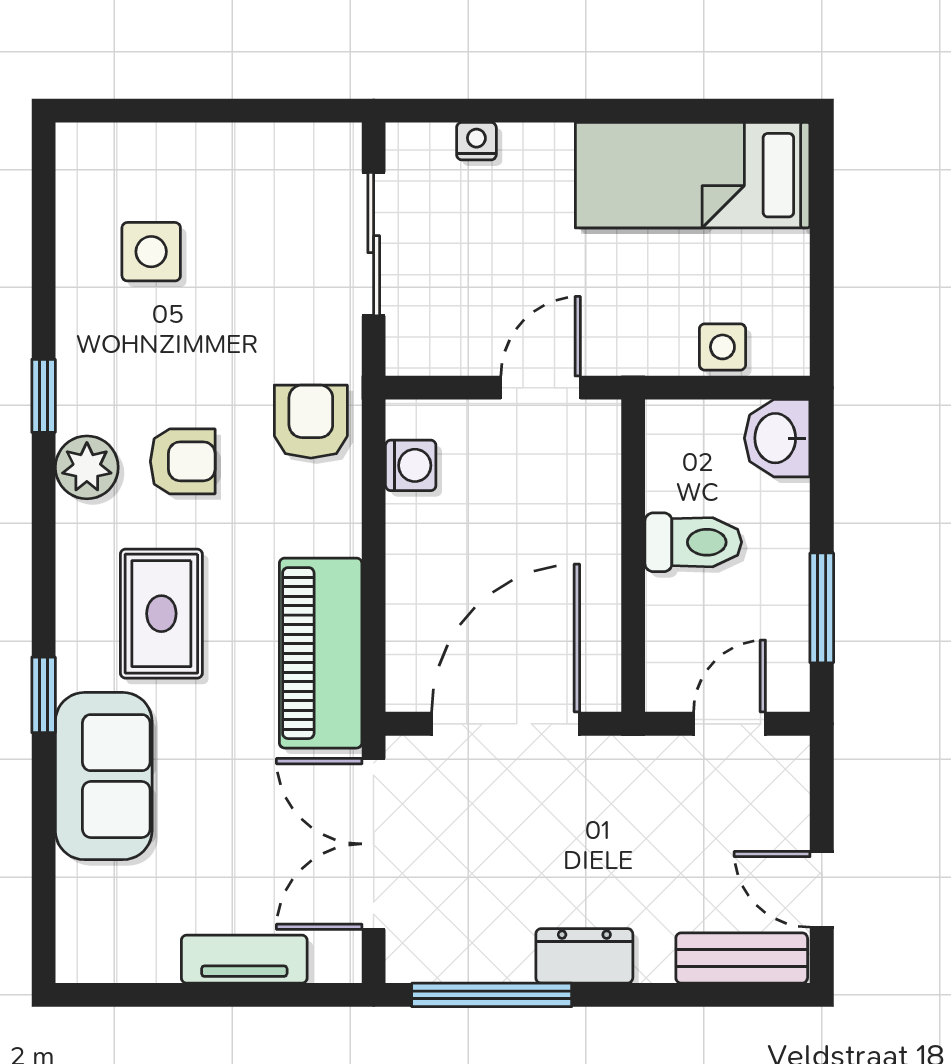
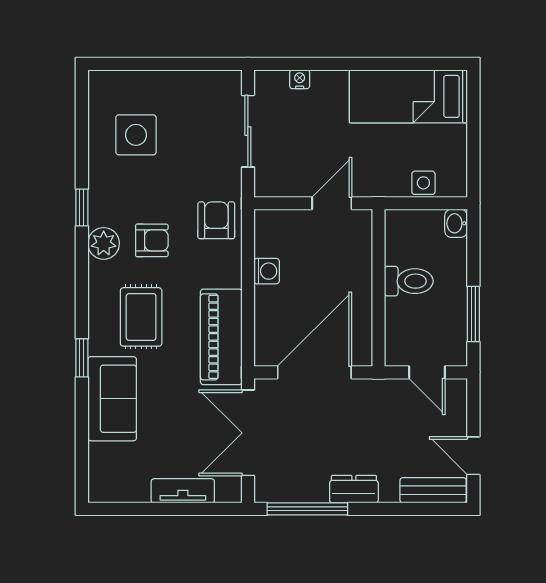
side table: (151, 252) -> (136, 135), width x1.37, depth x1.37
washbasin: (777, 438) -> (456, 223), width x0.72, depth x0.69
washing machine: (411, 465) -> (267, 271), moved
door: (729, 724) -> (427, 372), swing flipped

